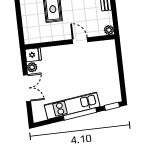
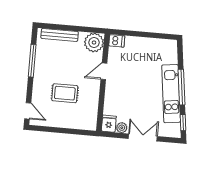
plant: (109, 30) -> (94, 43), width x1.88, depth x1.88
dishwasher: (110, 47) -> (117, 41), added
window: (112, 106) -> (183, 123), moved

